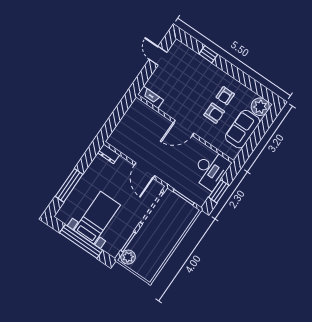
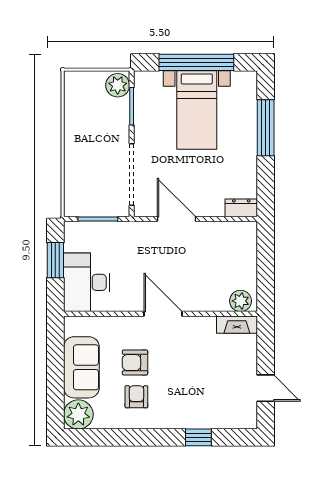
plant: (141, 108) -> (241, 301), added
door: (184, 128) -> (163, 314), hinge flipped

